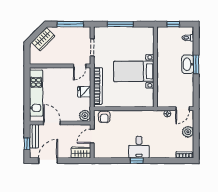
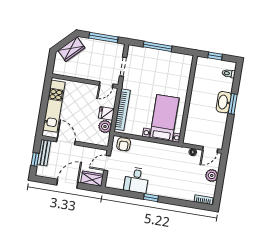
bed with nightstands: (134, 71) -> (164, 118), moved, turned 90
plant: (85, 116) -> (105, 127), moved
desk: (139, 147) -> (136, 180), moved
door: (48, 161) -> (67, 184), moved

